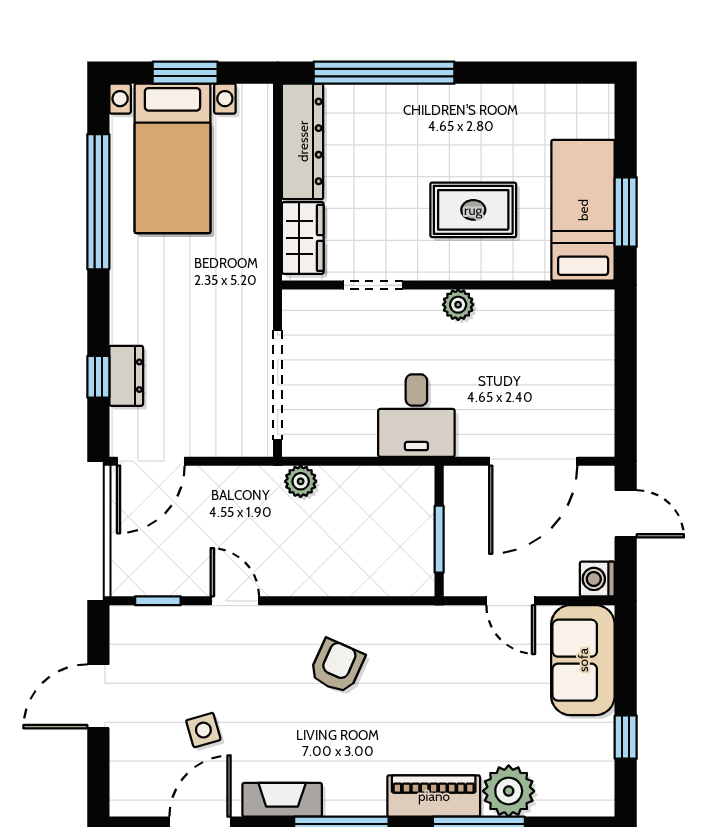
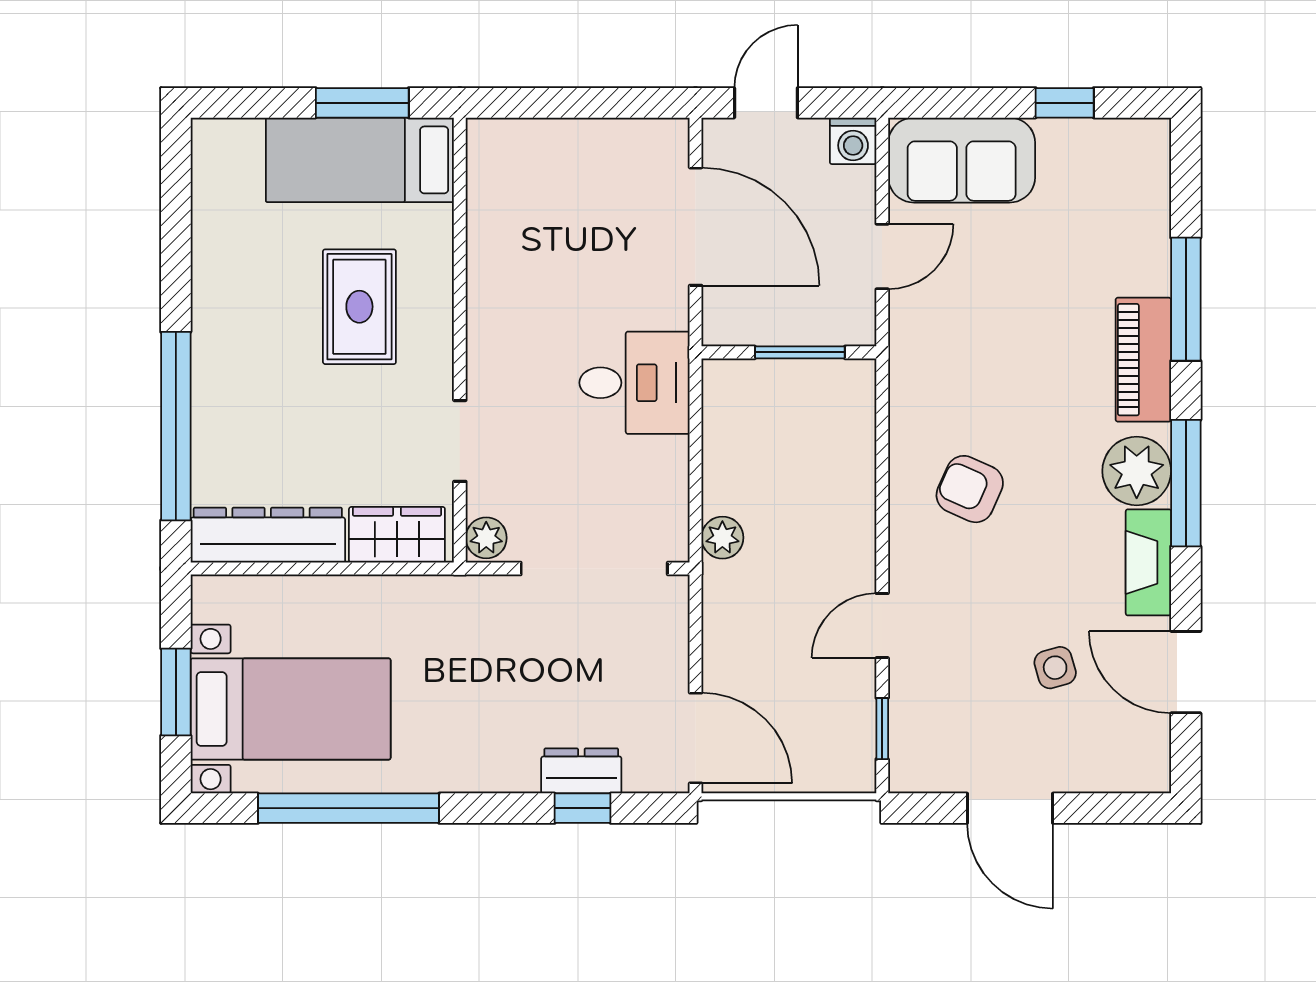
plant: (458, 305) -> (486, 538), moved
plant: (509, 791) -> (1137, 471), moved

